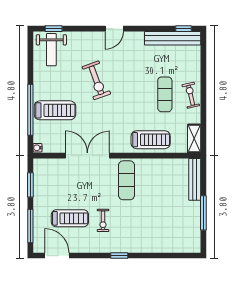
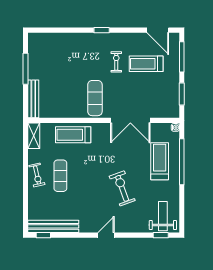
treadmill: (55, 110) -> (160, 161), turned 90

